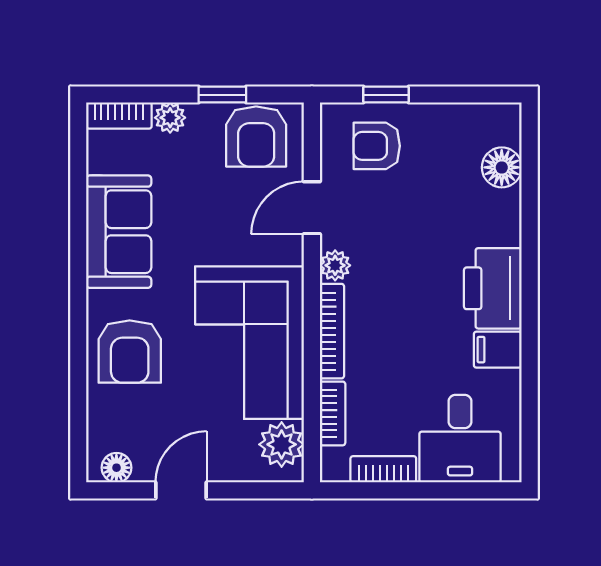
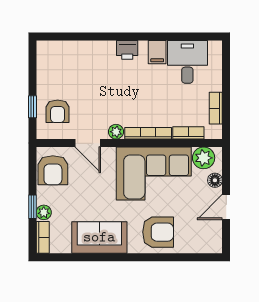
window: (222, 95) -> (32, 207), moved
armchair: (256, 136) -> (53, 170), turned 90
floor lamp: (502, 167) -> (68, 50), removed
printer: (493, 288) -> (127, 50), width x0.53, depth x0.68
desk: (460, 439) -> (187, 62), moved, turned -90
floor lamp: (116, 468) -> (215, 180), moved
door: (181, 490) -> (226, 207), hinge flipped

